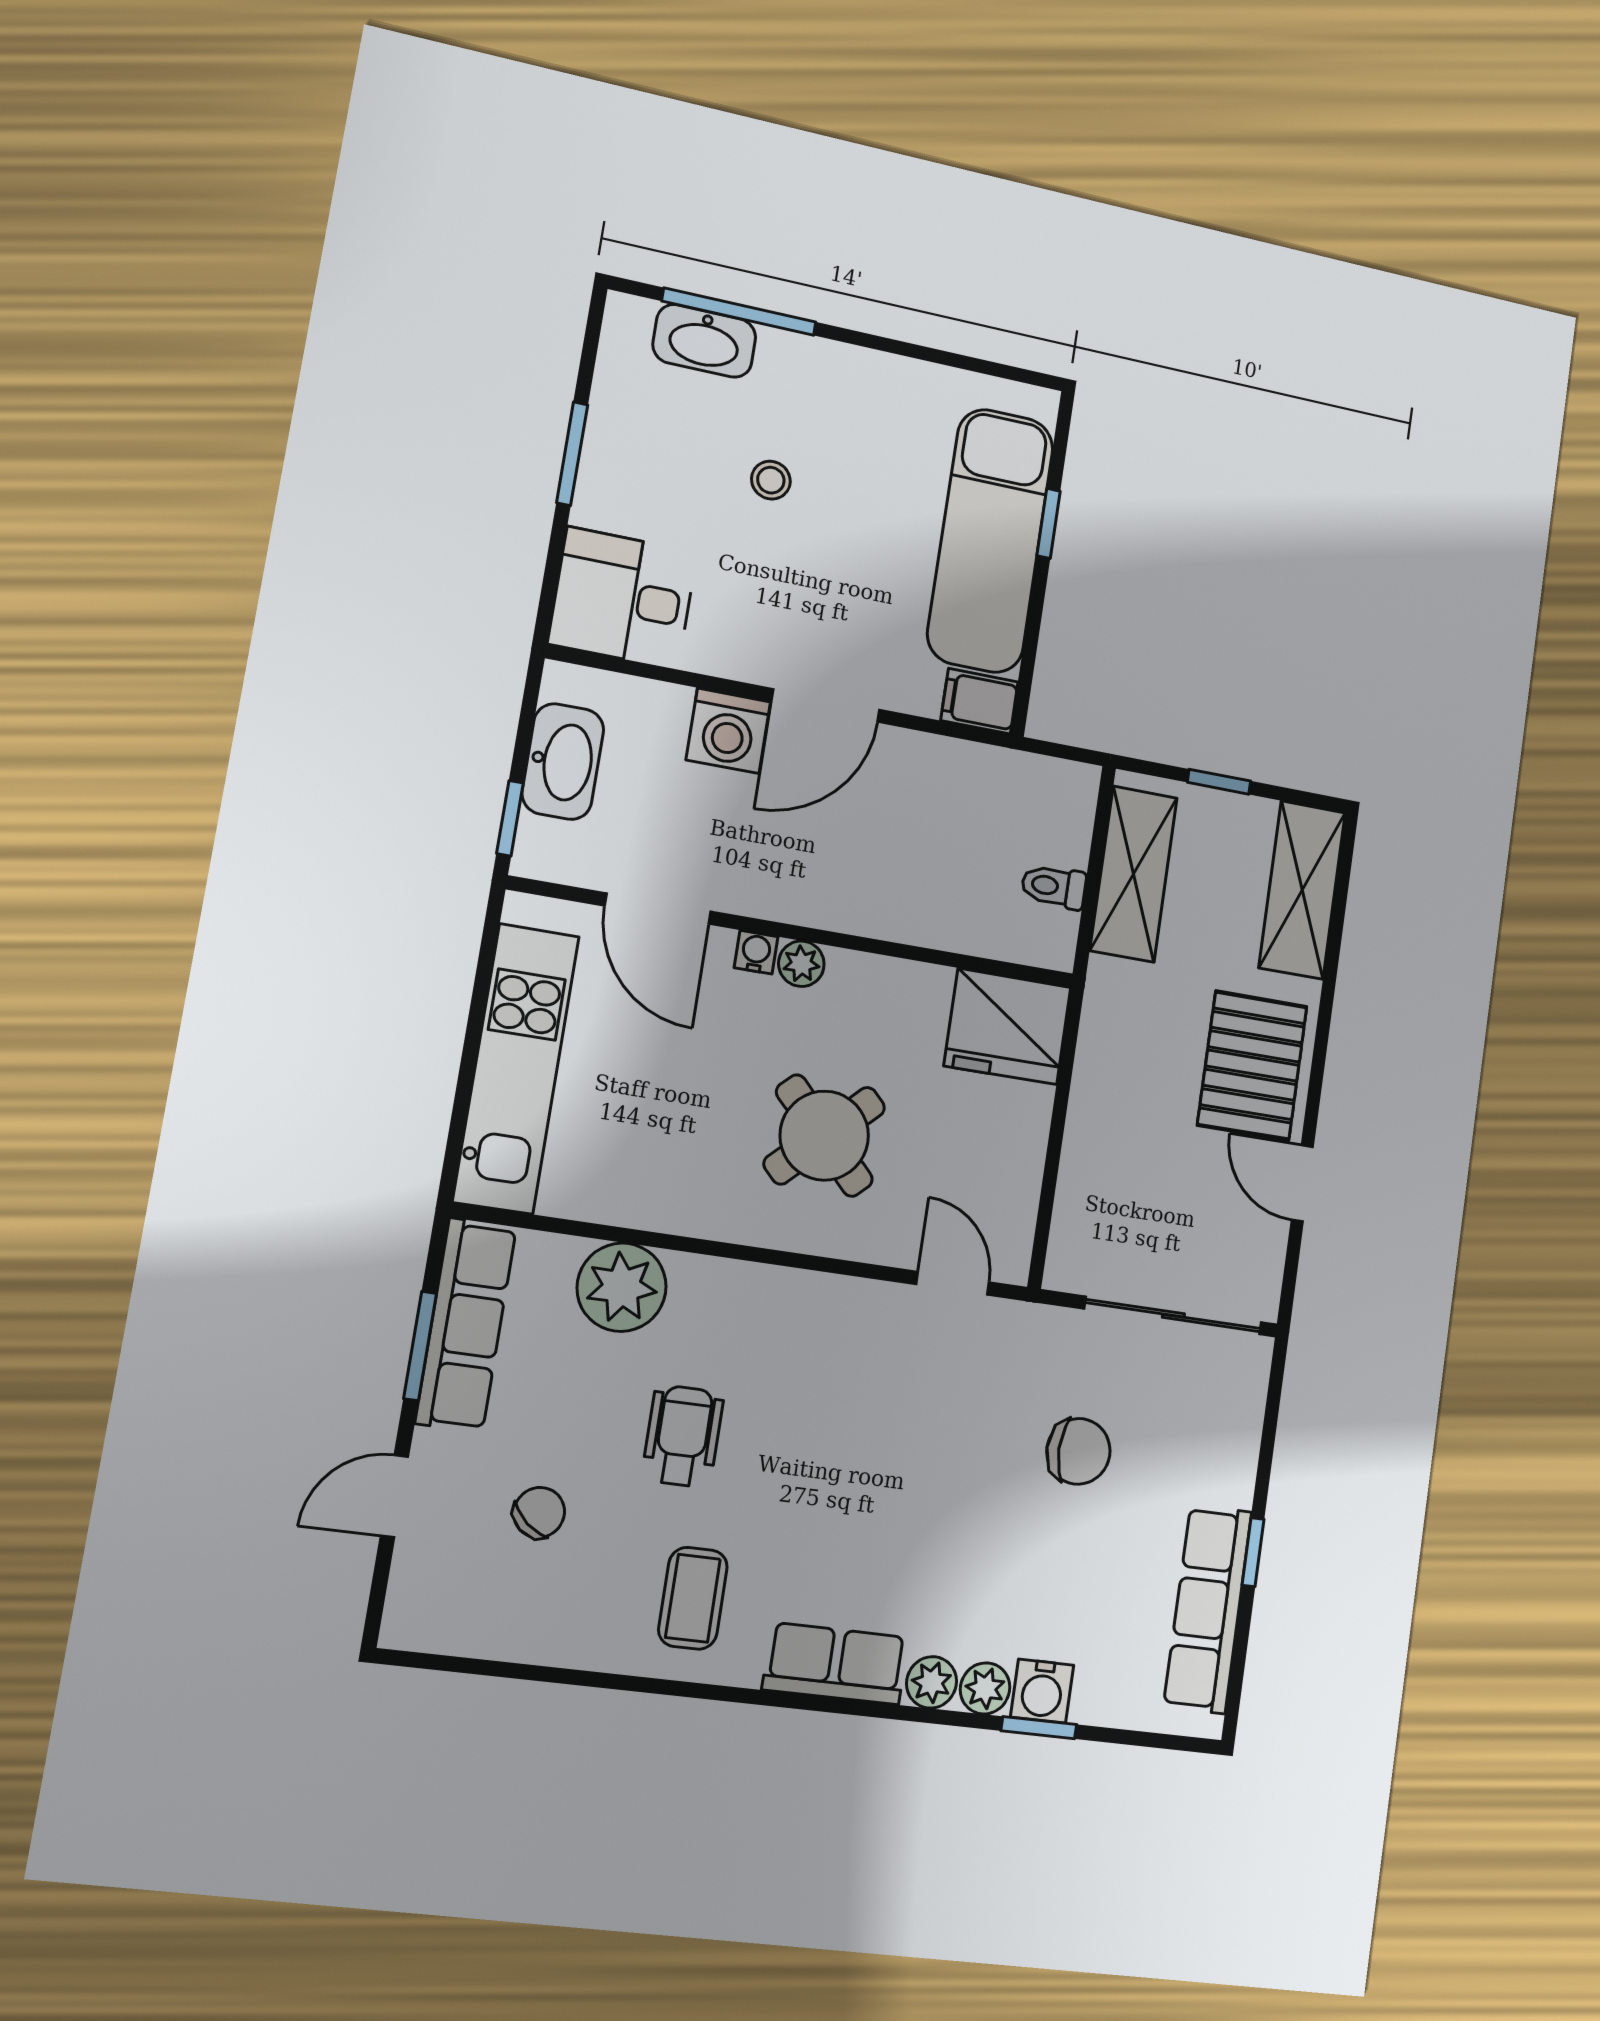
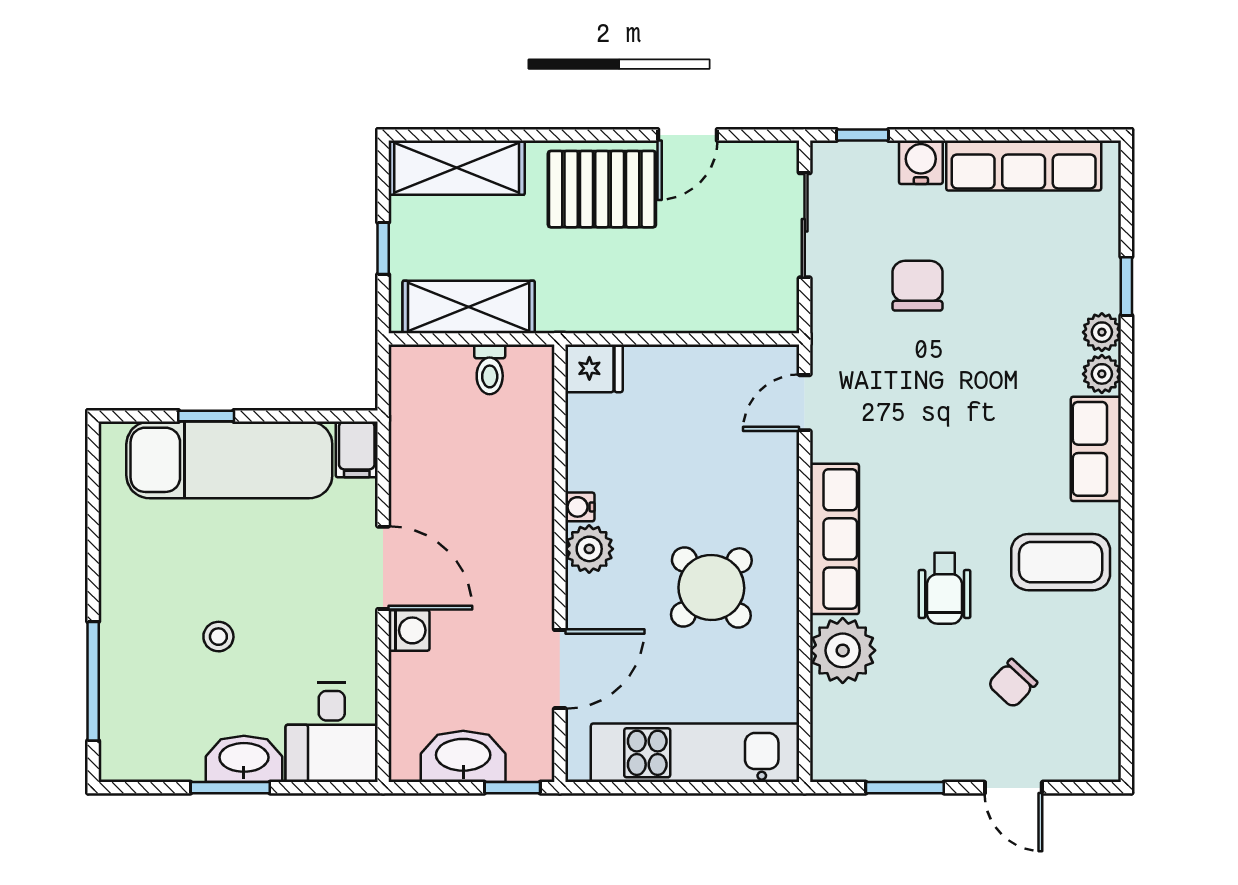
washbasin: (704, 341) -> (244, 759), moved, turned -90
washing machine: (728, 731) -> (409, 630), width x0.73, depth x0.73
water cooler: (756, 952) -> (580, 507), moved
plant: (801, 964) -> (589, 549), width x1.38, depth x1.38
fridge: (1007, 1026) -> (594, 368), width x0.53, depth x0.75
round table: (824, 1136) -> (711, 587), moved
sliding door: (1173, 1316) -> (805, 225), width x0.73
row of seats: (466, 1325) -> (834, 539), moved, turned 90
wheelchair: (683, 1436) -> (945, 588), turned -90
chair: (539, 1513) -> (1012, 683), turned -87
window: (1253, 1552) -> (862, 135), moved
coffee table: (693, 1598) -> (1061, 562), width x1.36, depth x1.30
water cooler: (1042, 1691) -> (921, 162), moved, turned -90

